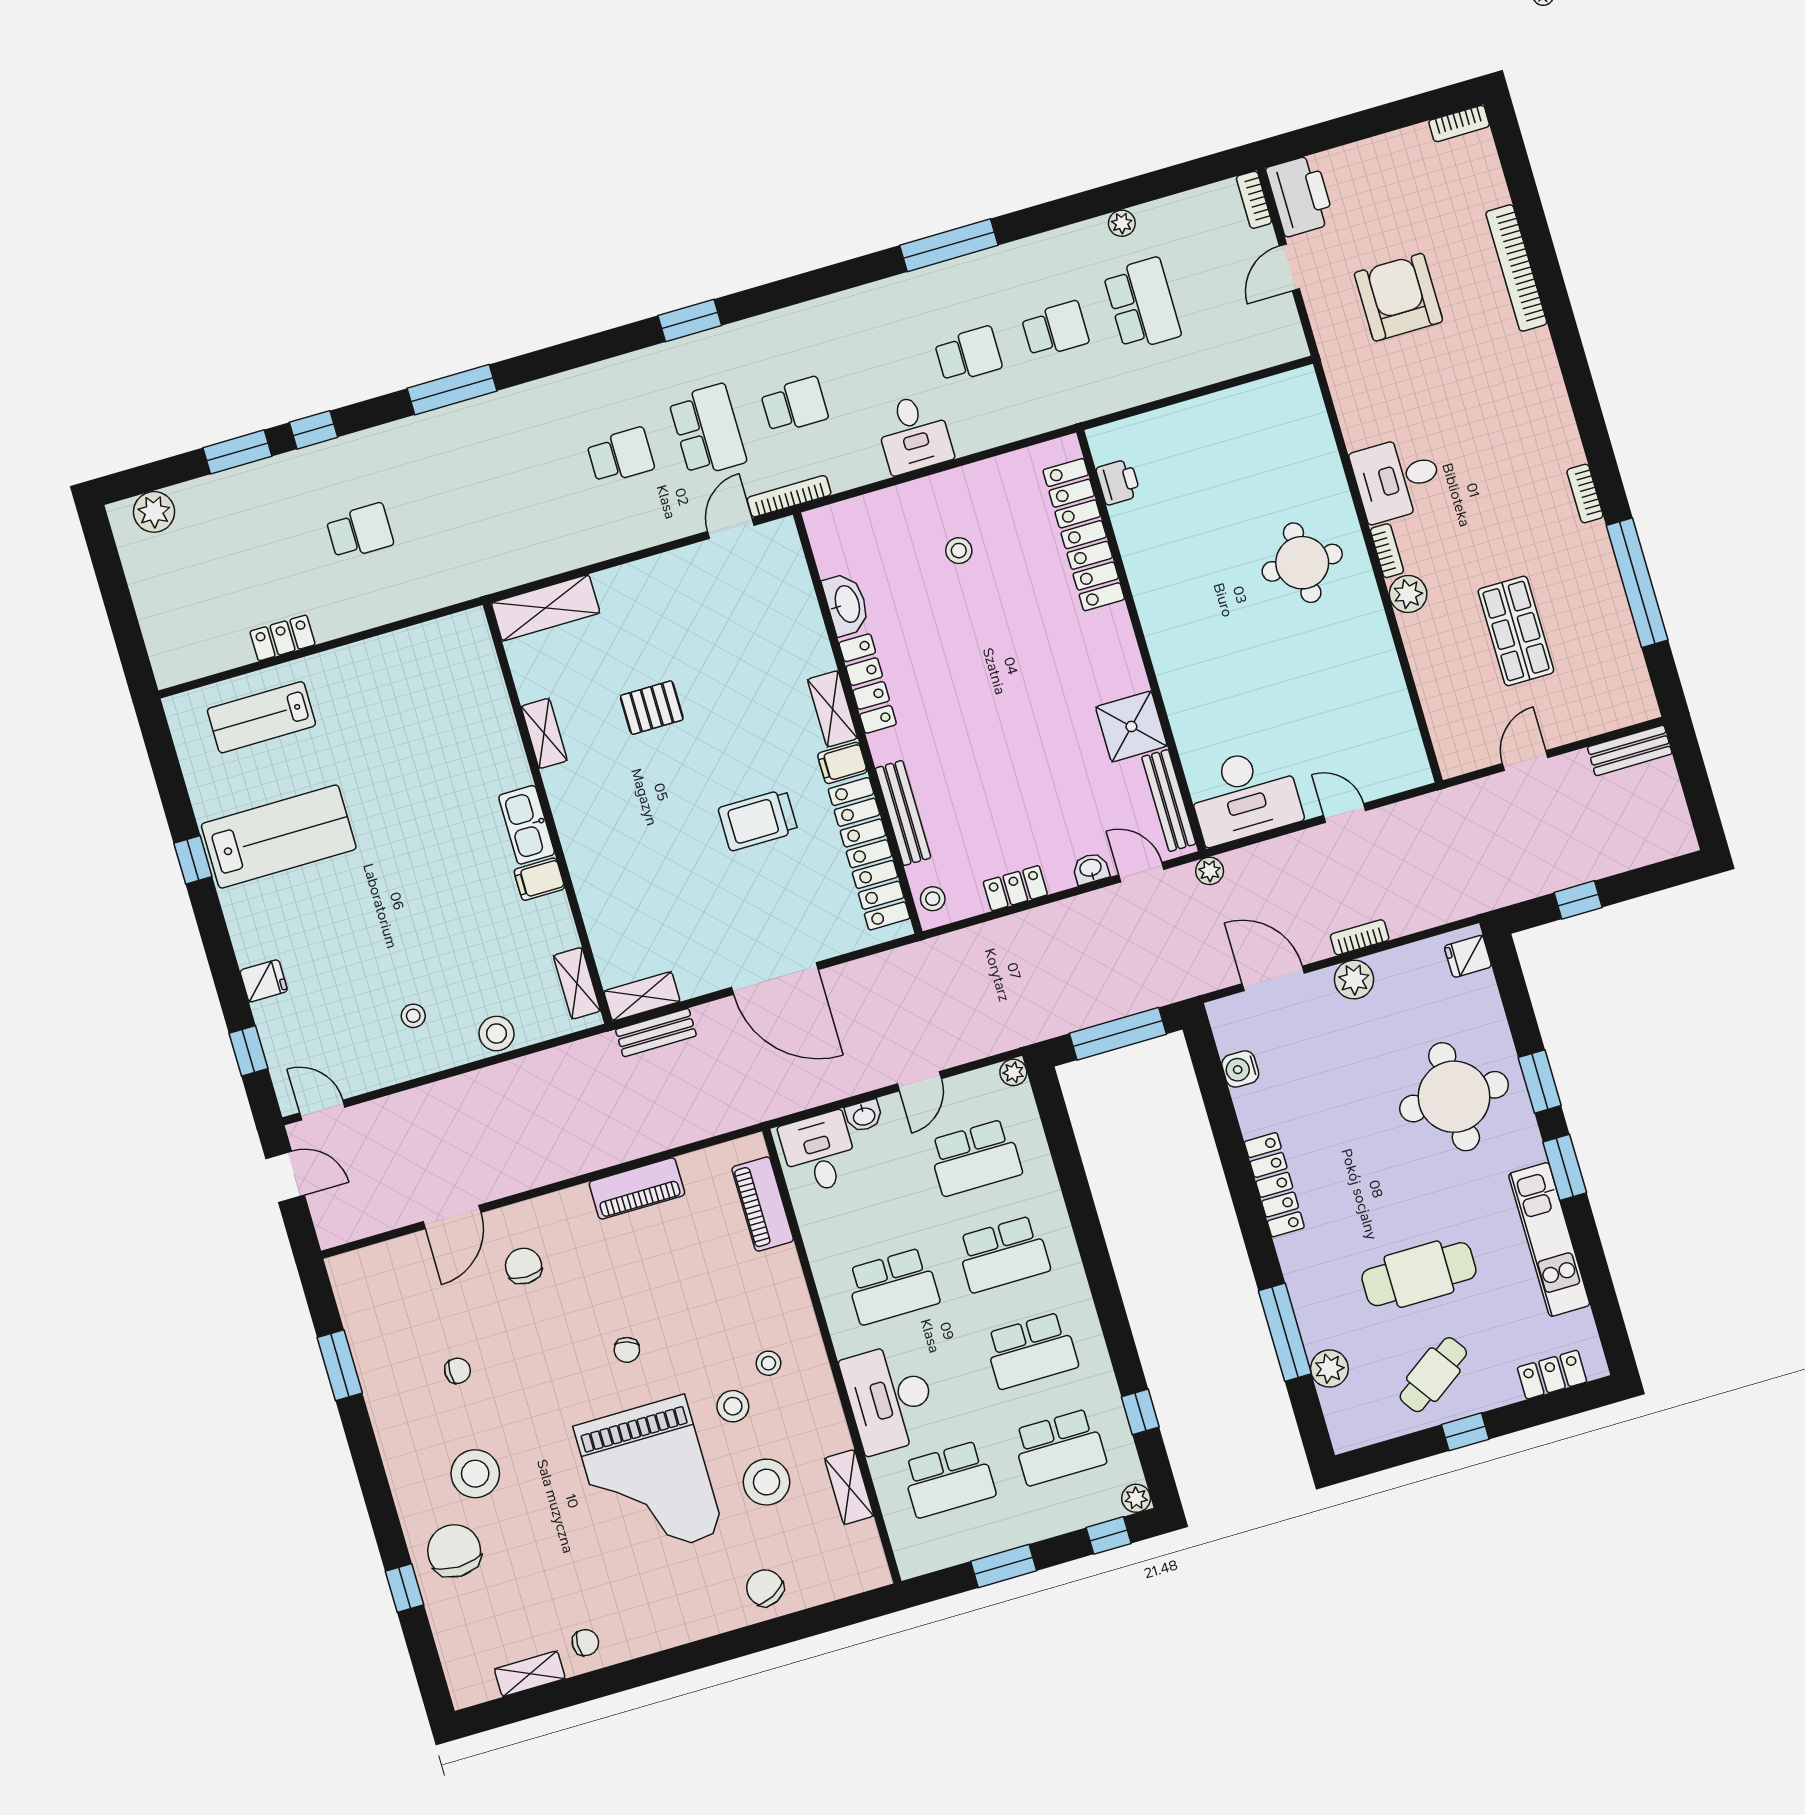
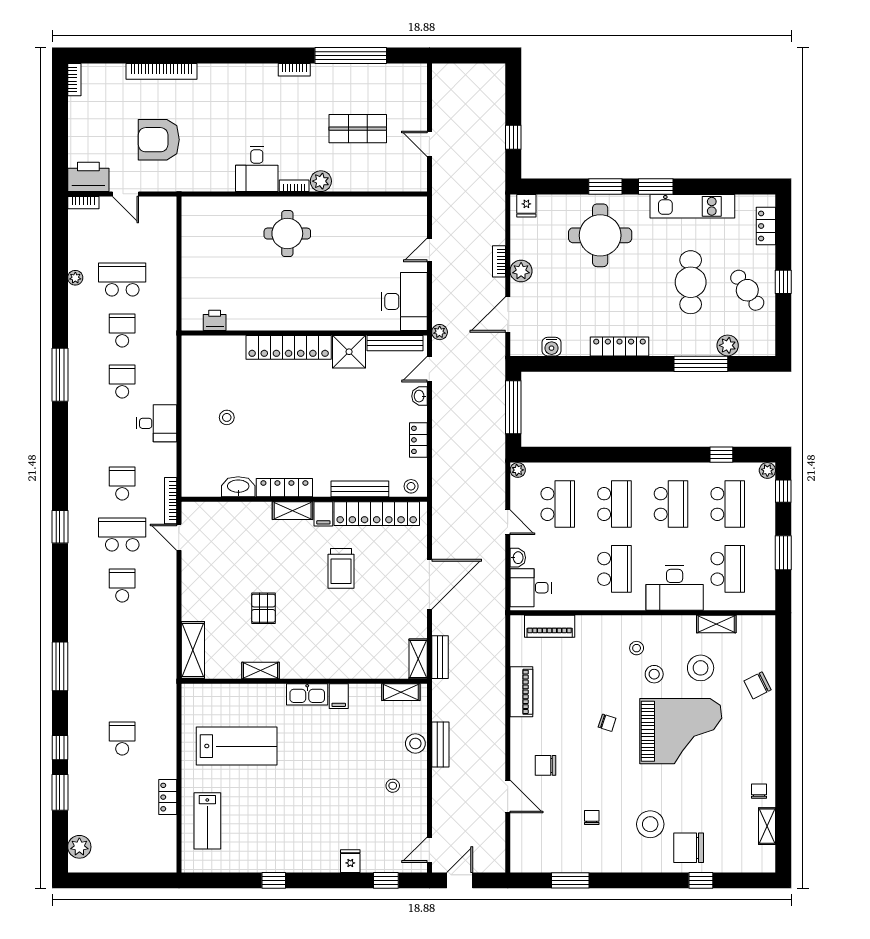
locker: (1084, 535) -> (289, 347), moved
bench: (1630, 750) -> (440, 745), moved
lab bench: (279, 837) -> (237, 746), moved, turned 90

